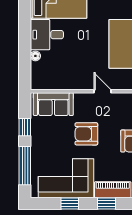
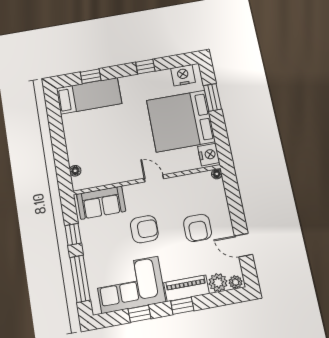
desk: (47, 35) -> (81, 129), removed
floor lamp: (35, 56) -> (75, 171), moved
armchair: (86, 134) -> (144, 229), turned 180

